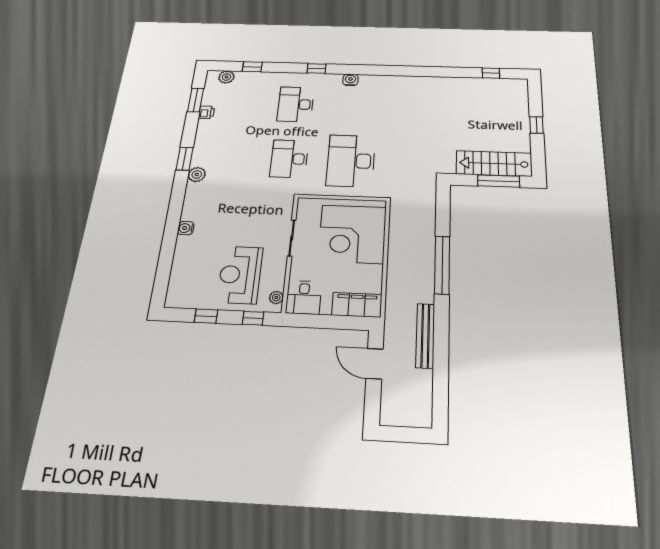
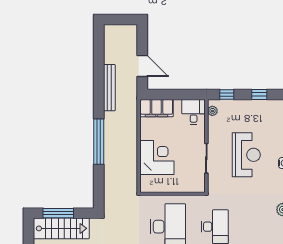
corner desk: (352, 234) -> (157, 157), width x0.74, depth x0.74
reception desk: (240, 275) -> (246, 155), moved

